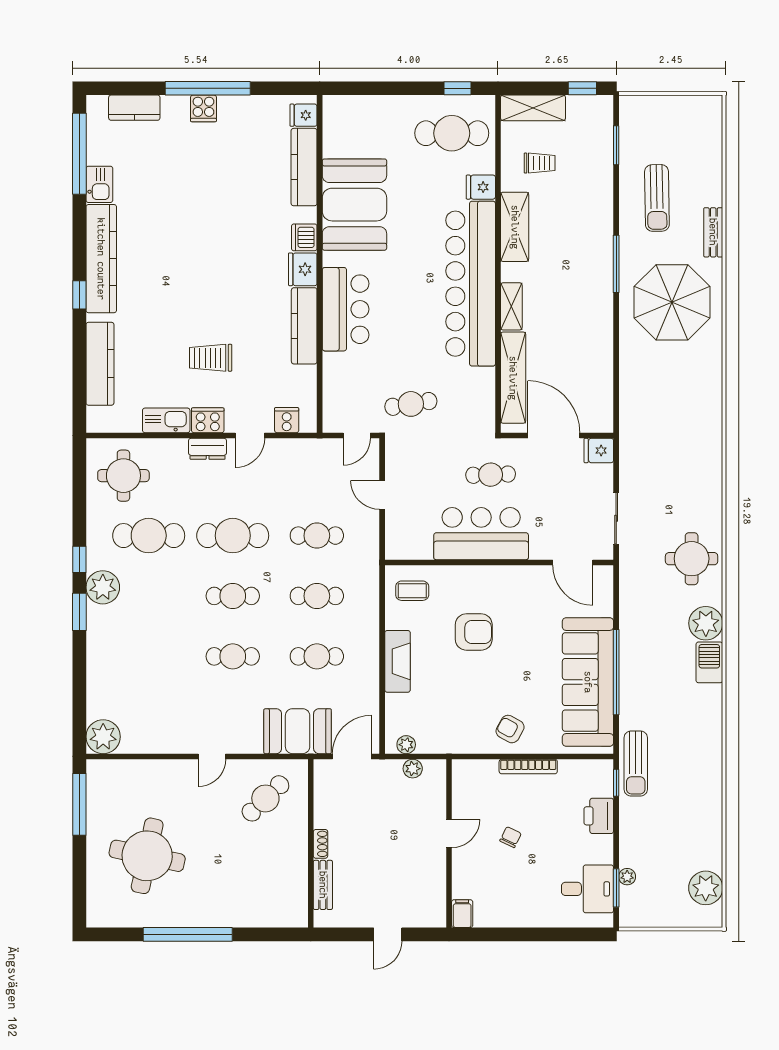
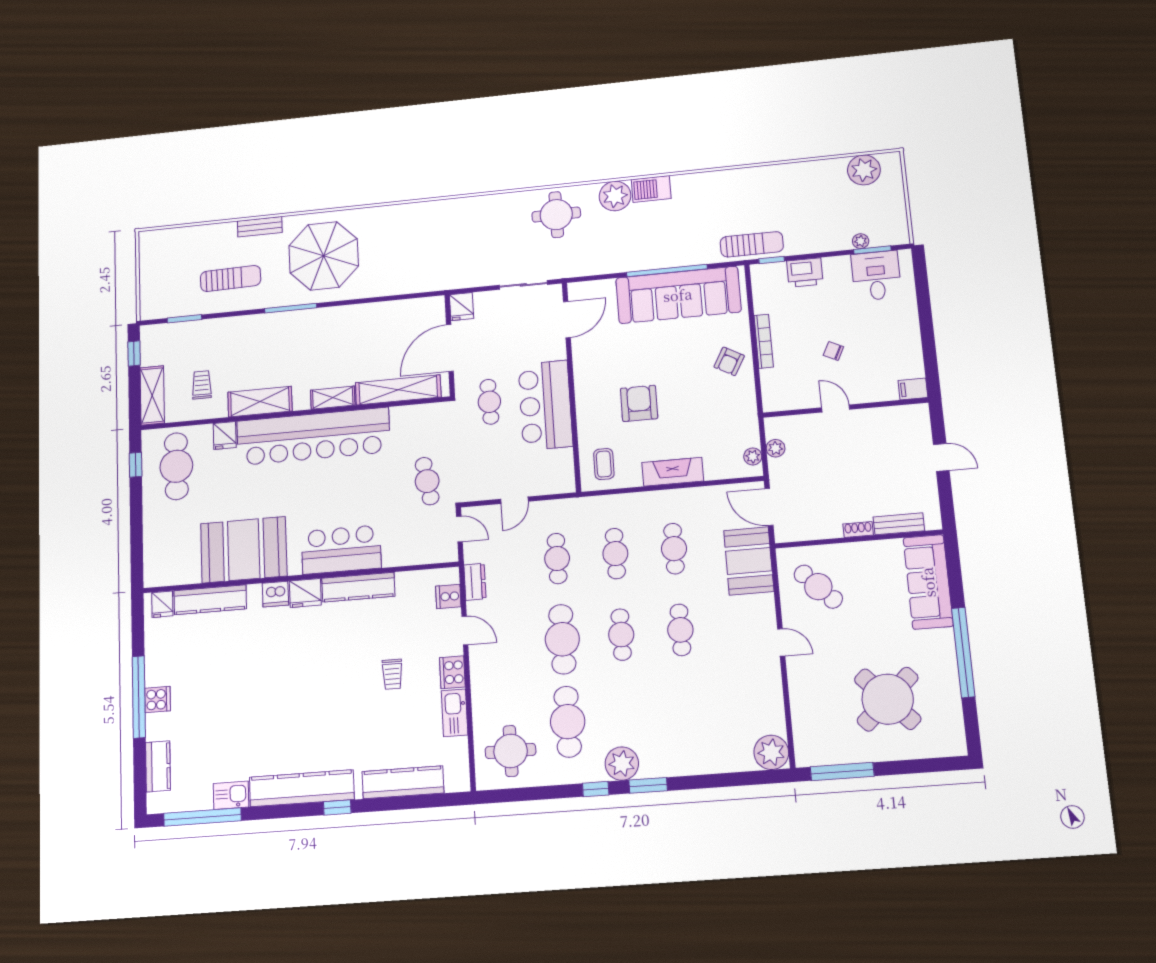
trolley: (211, 358) -> (392, 674), width x0.73, depth x0.72
dresser: (208, 449) -> (475, 582), moved
round table: (147, 856) -> (888, 699), turned 35
sofa: (261, 908) -> (928, 582), added

